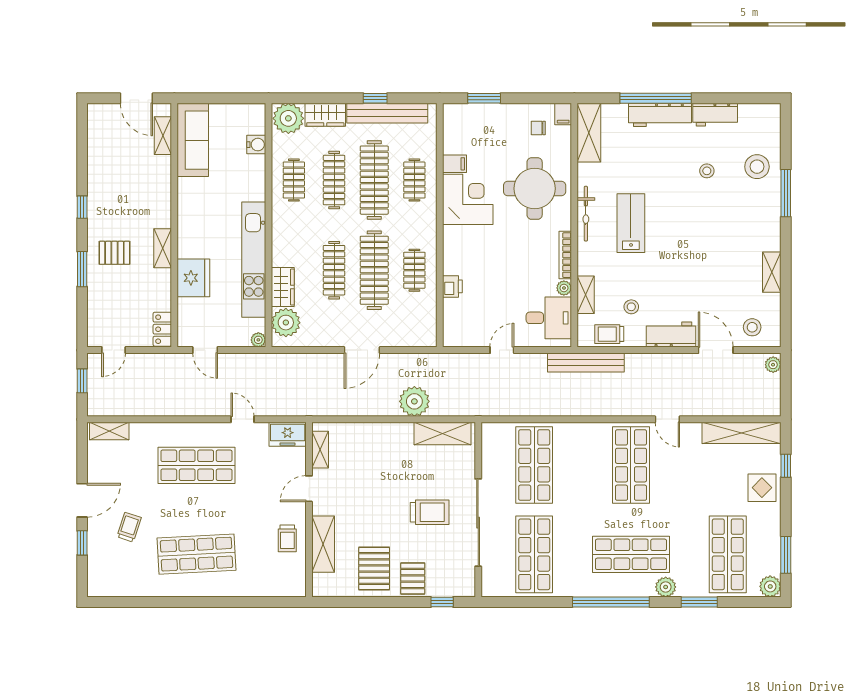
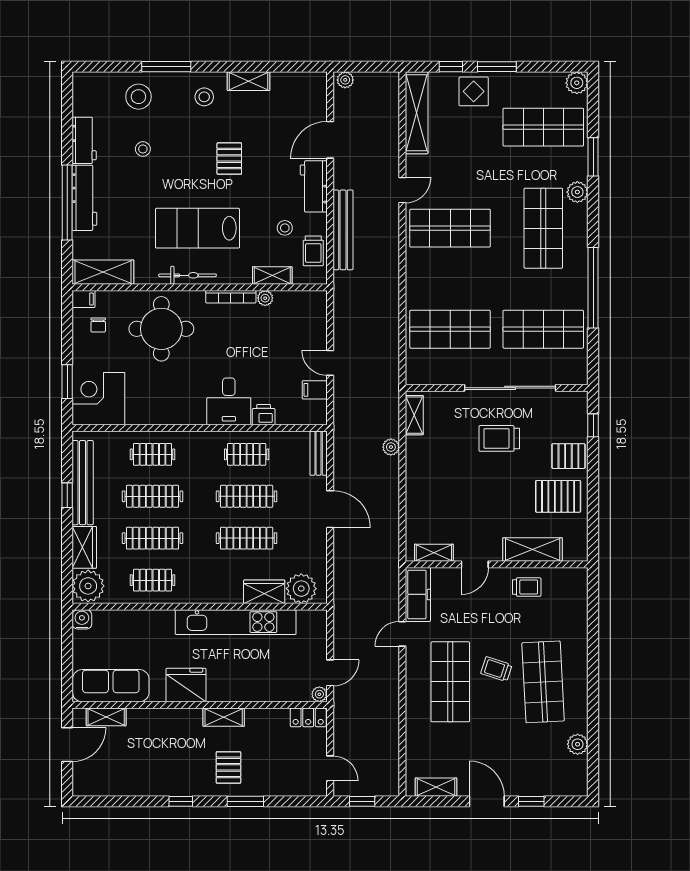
water cooler: (256, 145) -> (82, 619), moved
filing cabinet: (454, 164) -> (315, 390), moved, turned -90
clothes rail: (374, 180) -> (153, 496), width x0.73, depth x0.76
corner desk: (468, 199) -> (98, 399), moved
lab bench: (631, 223) -> (197, 228), width x1.36, depth x1.39
pallet: (698, 254) -> (229, 159), added
clothes rail: (374, 270) -> (247, 496), width x0.73, depth x0.76
fridge: (193, 278) -> (186, 685), moved
desk: (549, 318) -> (229, 401), moved, turned 180
stool: (752, 327) -> (204, 97), moved
bench: (416, 339) -> (319, 453), added
plant: (258, 340) -> (319, 694), moved
bench: (586, 363) -> (343, 230), moved
plant: (414, 401) -> (391, 447), width x0.53, depth x0.53
shelving: (109, 431) -> (436, 787), moved, turned 90
freezer: (288, 434) -> (418, 594), width x1.40
shelving: (443, 434) -> (414, 415), width x0.67, depth x0.75
door: (309, 489) -> (475, 564), hinge flipped
trolley: (430, 512) -> (499, 438), turned -90
trolley: (129, 527) -> (496, 669), moved
window: (786, 555) -> (497, 67), moved
plant: (137, 587) -> (578, 744), added
window: (611, 602) -> (593, 288), moved

